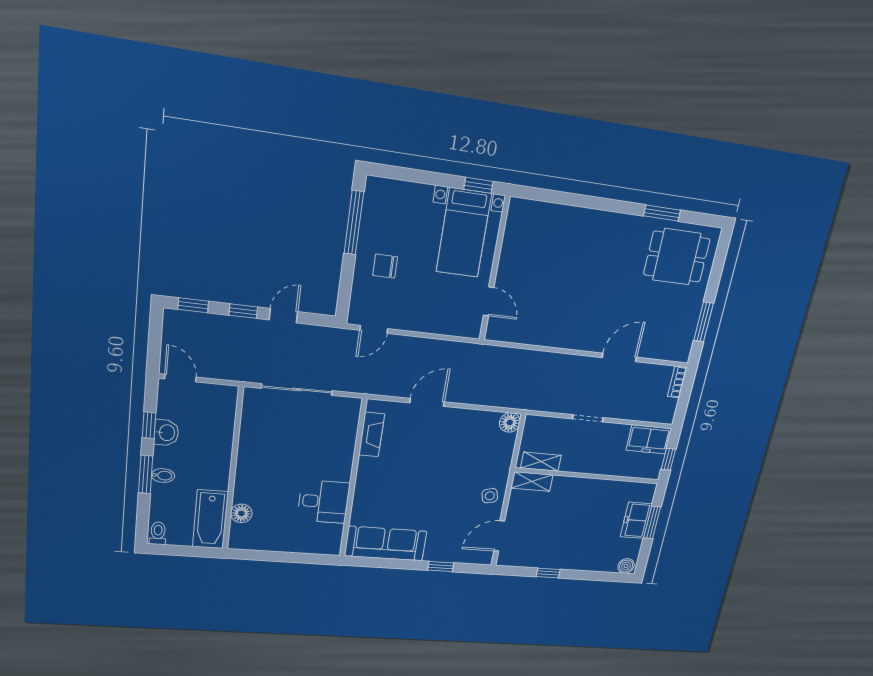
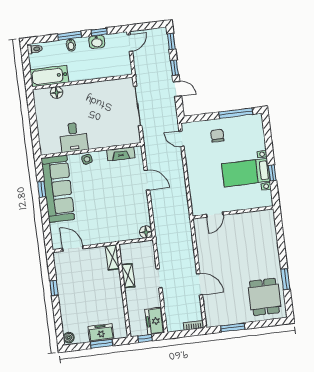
wall: (494, 269) -> (233, 212), moved
door: (489, 301) -> (215, 215), moved
shelving: (541, 462) -> (128, 276), moved
side table: (490, 496) -> (87, 159), moved
sofa: (386, 544) -> (58, 189), width x1.36, depth x1.27
window: (441, 567) -> (42, 189), moved

